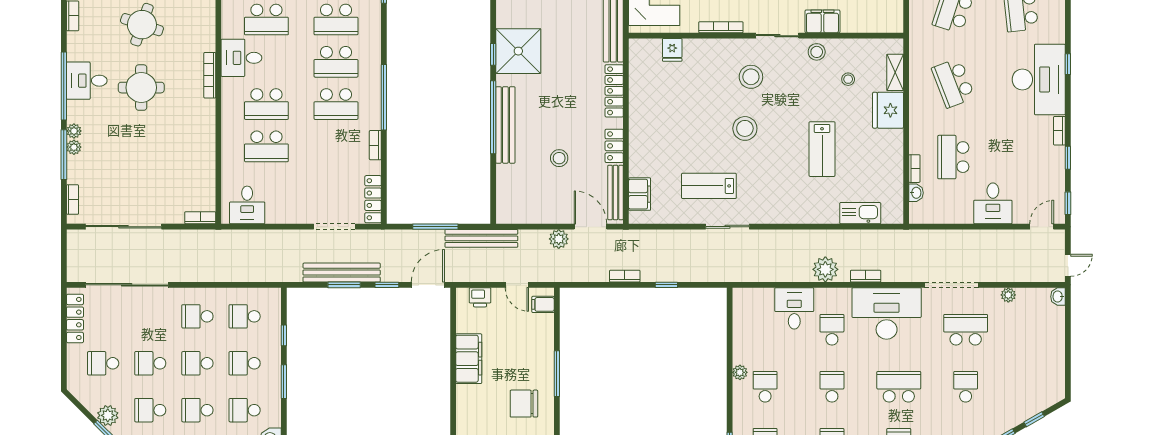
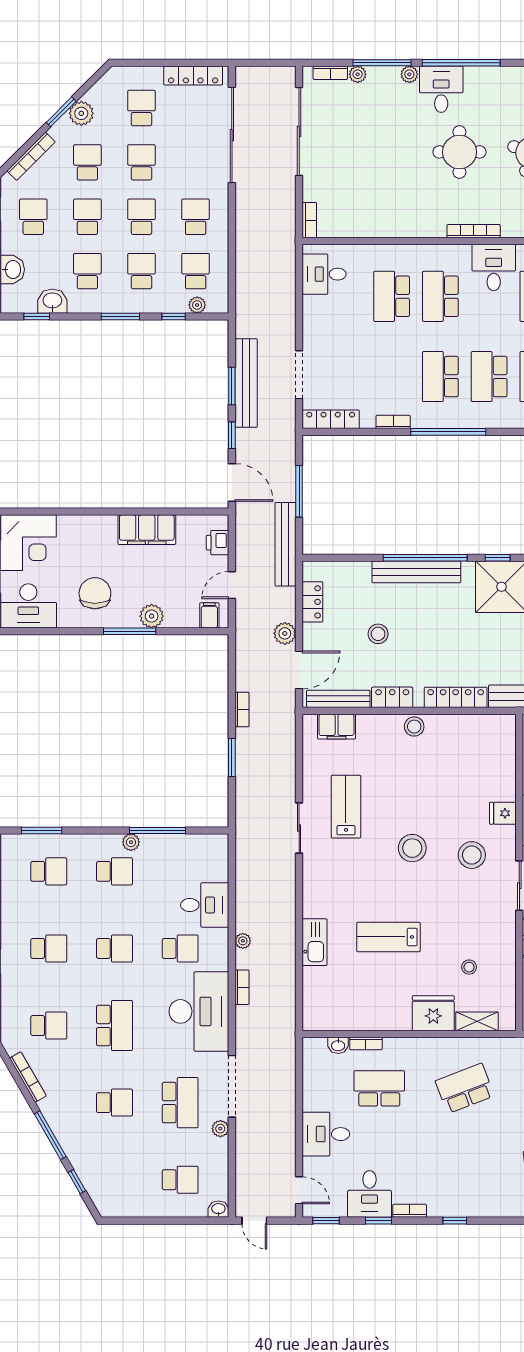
fridge: (672, 50) -> (503, 813), moved
stool: (817, 52) -> (414, 727), moved
window: (1068, 64) -> (455, 1221), moved
desk: (1039, 79) -> (369, 1194), moved, width x0.53, depth x0.77
desk: (87, 81) -> (441, 89), moved
plant: (74, 147) -> (358, 74), moved
kitchen sink: (860, 213) -> (315, 942), moved
locker: (531, 215) -> (312, 602), added
plant: (825, 269) -> (243, 941), width x0.53, depth x0.53
window: (666, 285) -> (232, 758), width x1.50
plant: (1008, 295) -> (220, 1129), moved
plant: (274, 315) -> (197, 305), added
school desk: (1032, 330) -> (180, 1180), added
window: (730, 349) -> (157, 830), added
plant: (544, 355) -> (152, 616), added

